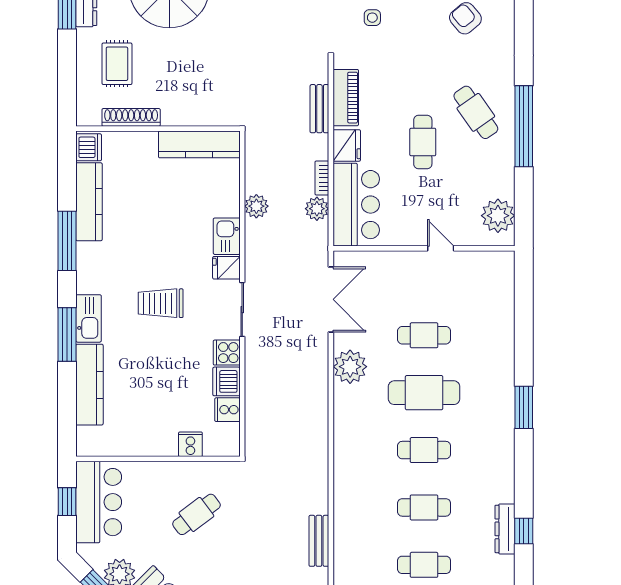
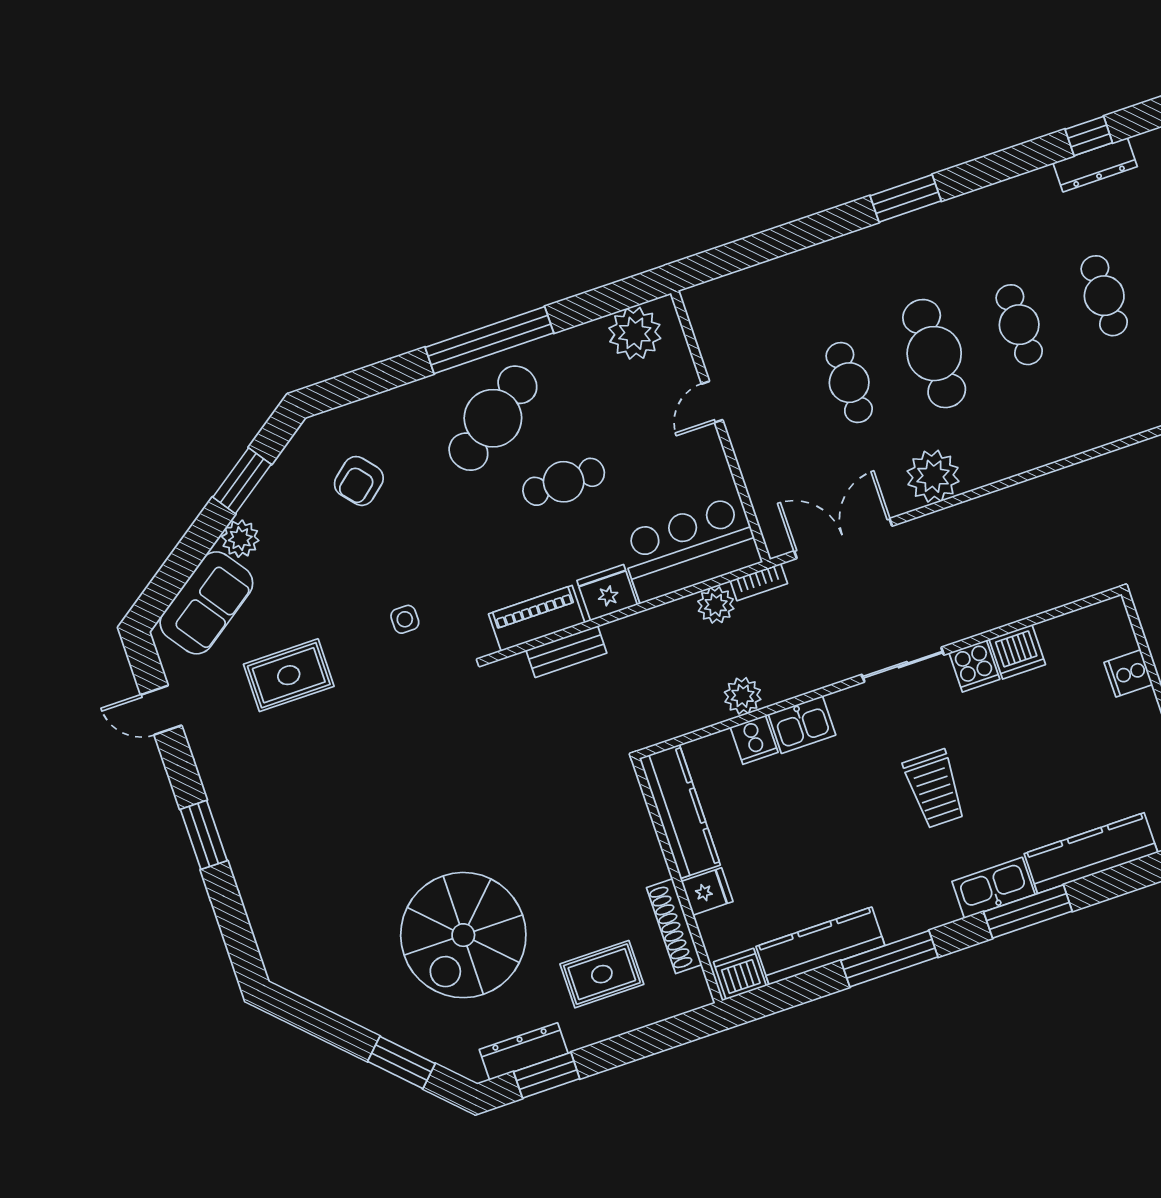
cafe table: (476, 112) -> (493, 418), width x1.37, depth x1.35
bookcase: (322, 178) -> (759, 582), moved
fridge: (226, 268) -> (707, 891), moved, turned -90
cooker: (227, 410) -> (754, 740), moved

